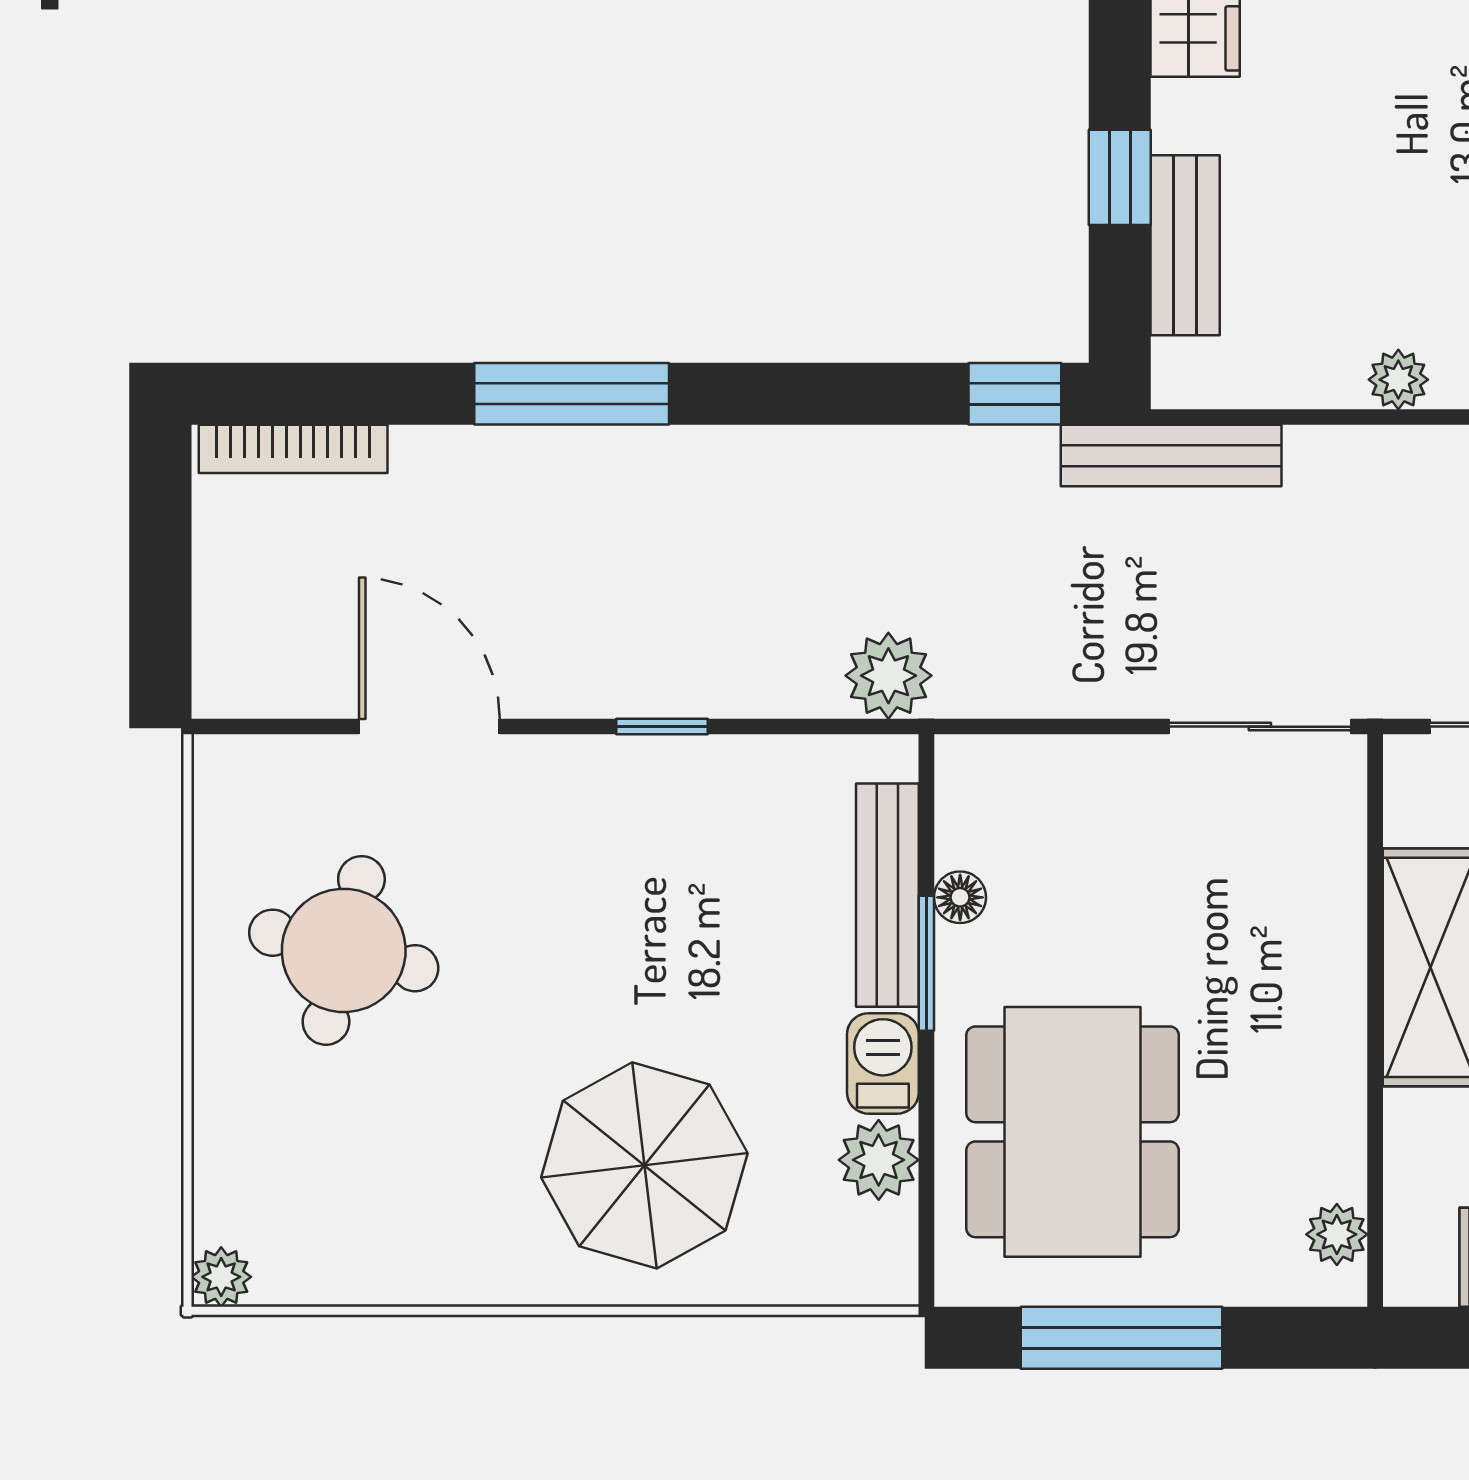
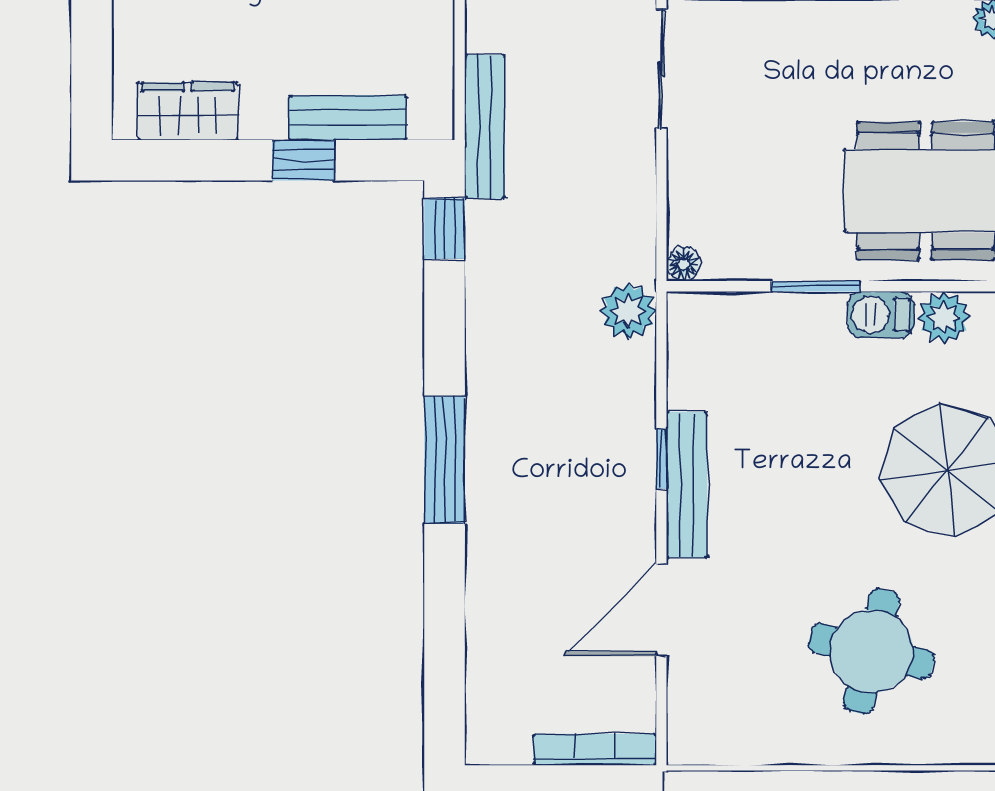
window: (572, 394) -> (445, 460), moved
bookcase: (293, 449) -> (595, 750), moved, turned -90
bench: (887, 895) -> (687, 485), moved, turned 90
floor lamp: (960, 897) -> (683, 264), moved
round table: (344, 950) -> (872, 651), moved

